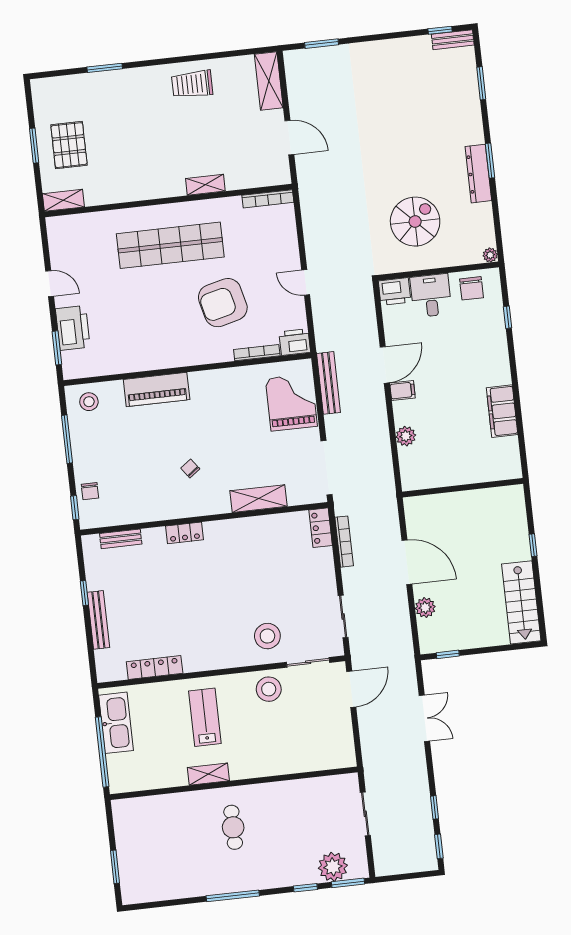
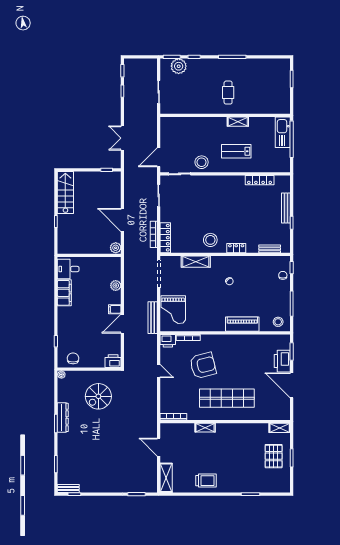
door: (50, 284) -> (292, 385), width x1.87
desk: (431, 296) -> (68, 269), moved, turned 90
locker: (321, 528) -> (165, 238), width x1.53
plant: (425, 608) -> (116, 248), moved
stool: (267, 636) -> (210, 240), moved
lab bench: (205, 717) -> (236, 151), turned 90
kitchen sink: (116, 723) -> (283, 132), moved

